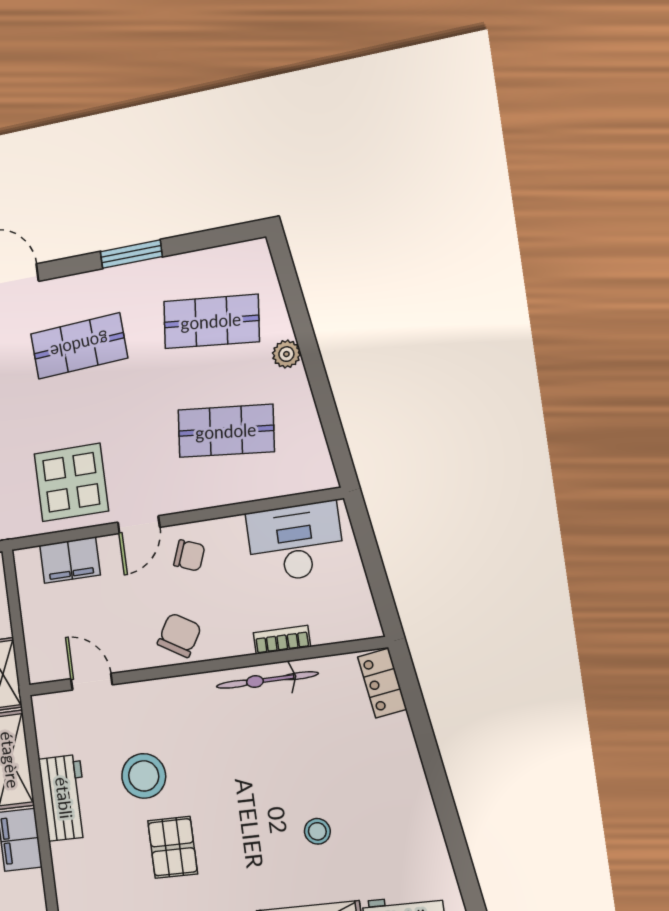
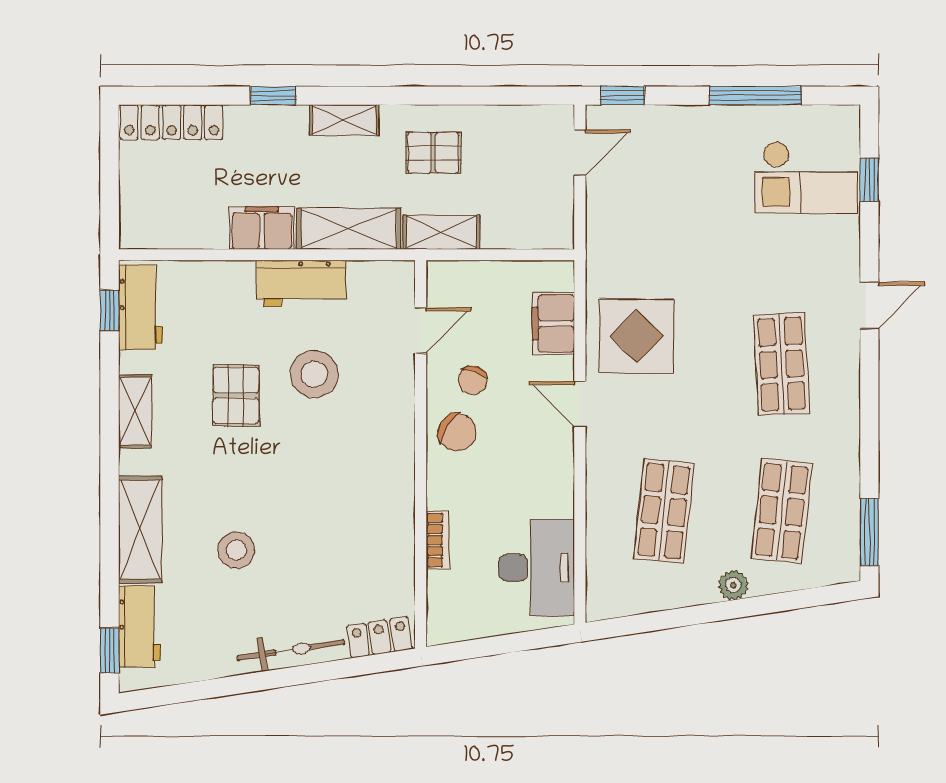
window: (131, 254) -> (869, 532), moved
chair: (189, 555) -> (473, 380), moved
bicycle: (267, 680) -> (291, 650), moved, turned 81
stool: (317, 831) -> (236, 550), width x1.37, depth x1.37
pallet: (173, 847) -> (236, 395), turned 90

